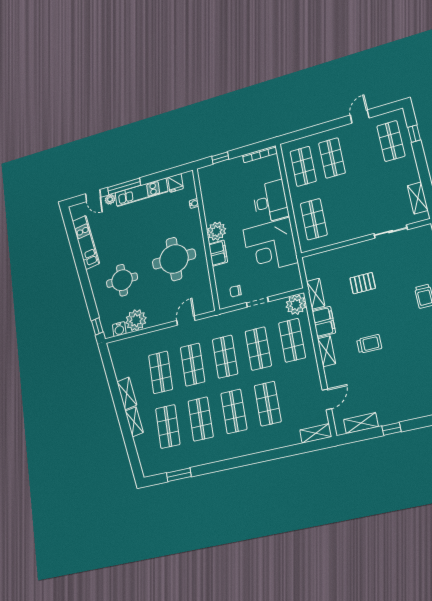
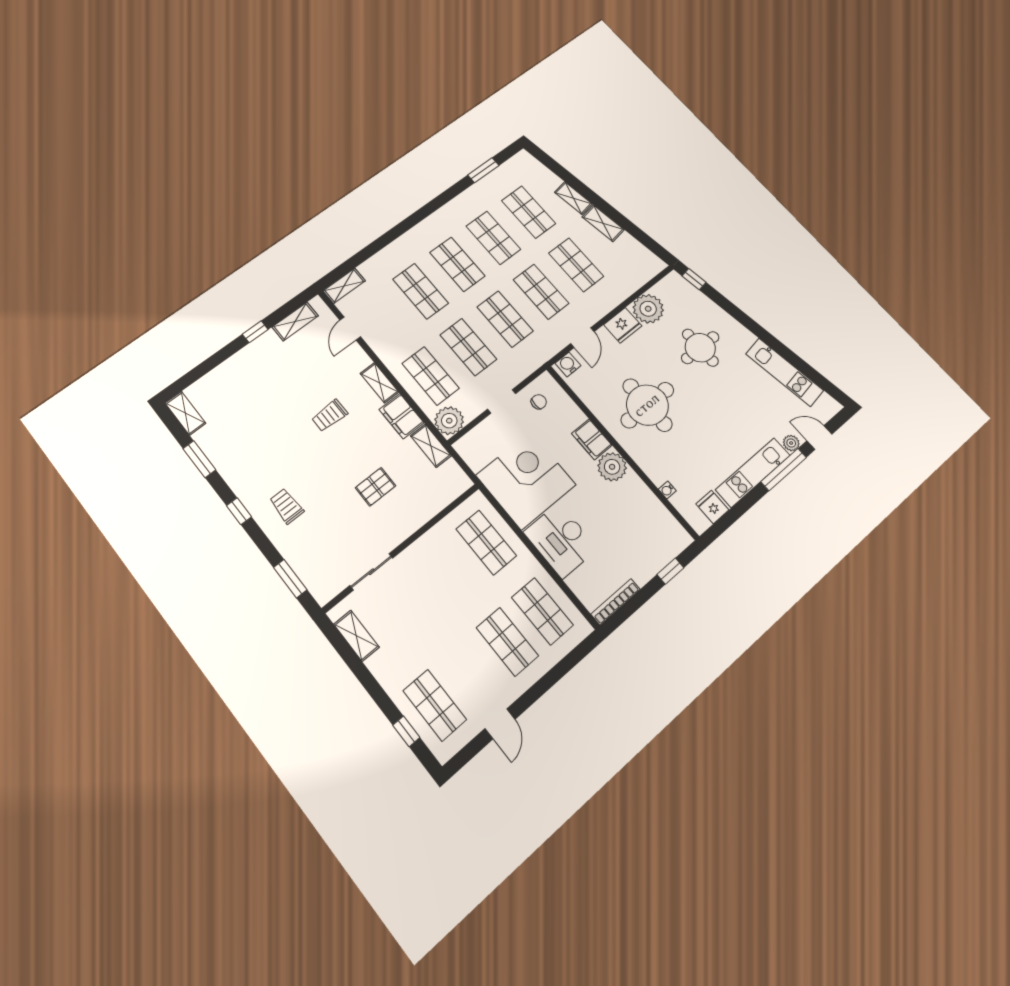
fridge: (157, 317) -> (623, 325), added
water cooler: (119, 329) -> (568, 364), moved

